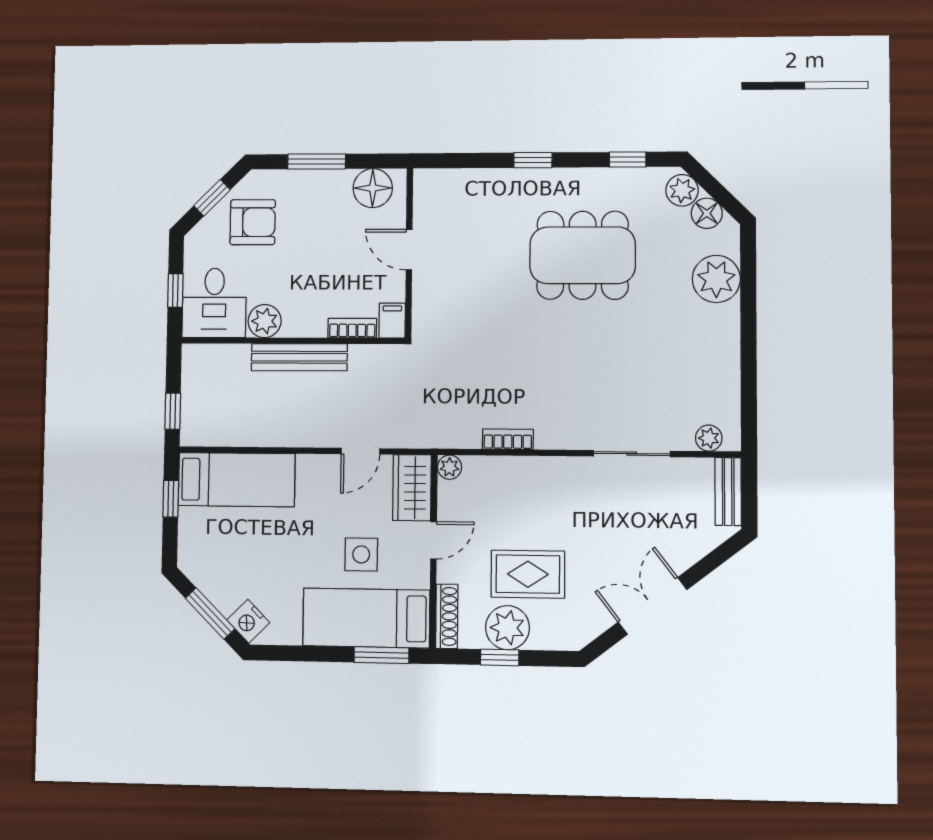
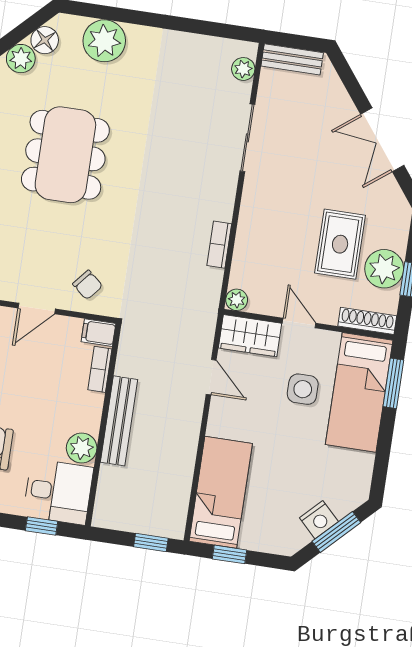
chair: (443, 301) -> (88, 285), added
nightstand: (248, 621) -> (319, 520), moved

